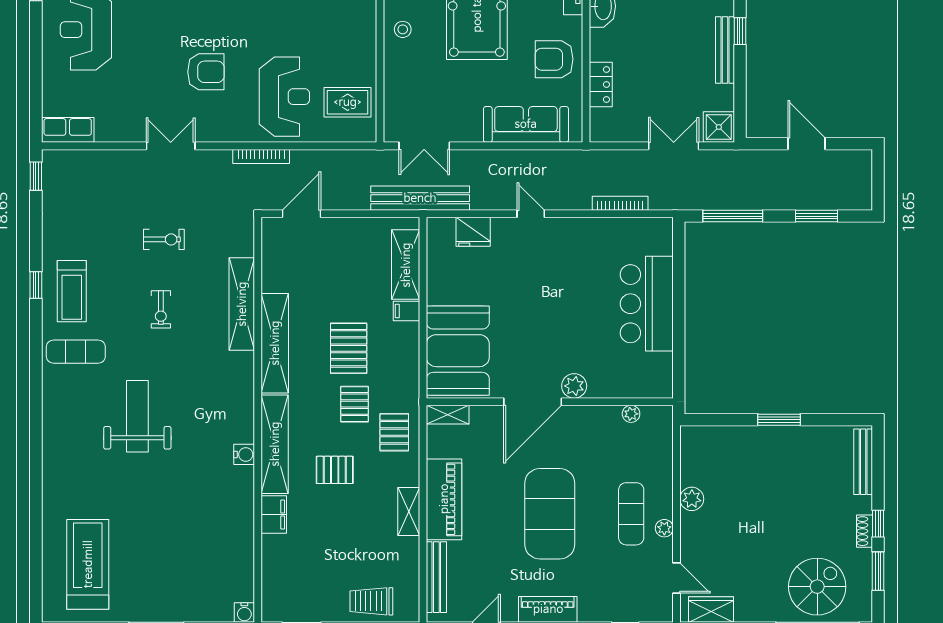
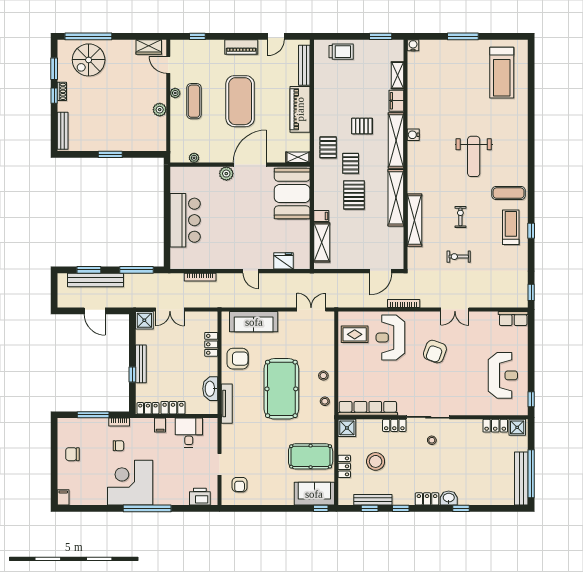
armchair: (206, 72) -> (435, 352), turned -70
bench: (420, 198) -> (95, 280), moved
shelving: (409, 511) -> (397, 75), moved

